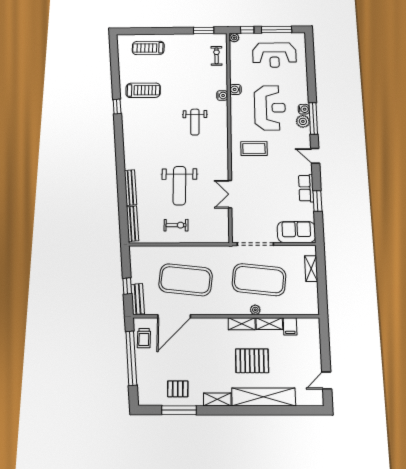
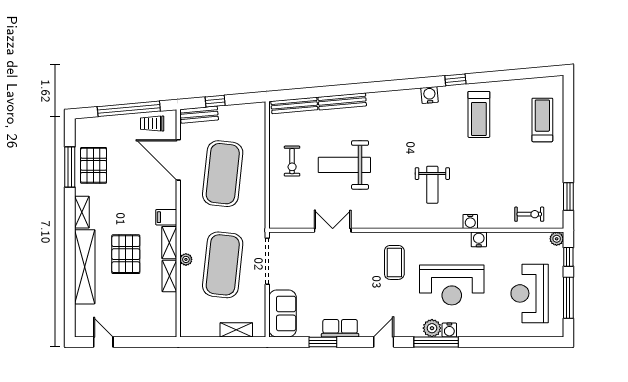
weight bench: (195, 122) -> (432, 185), turned -90
water cooler: (128, 124) -> (430, 95), added
filing cabinet: (290, 326) -> (166, 217), moved
pallet: (178, 389) -> (94, 165), width x1.50, depth x1.42

